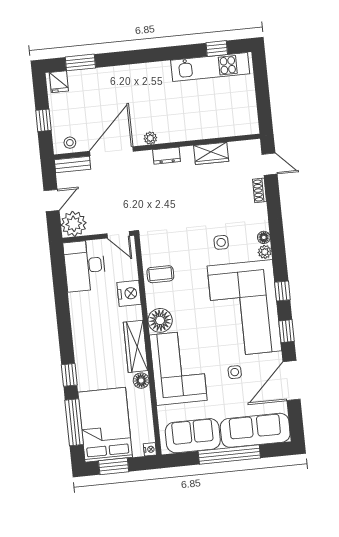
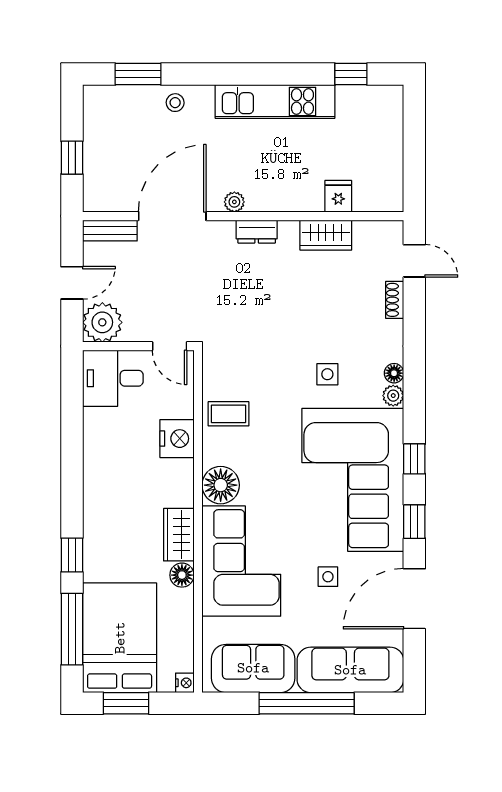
kitchen unit: (210, 67) -> (275, 101), moved
fridge: (59, 82) -> (338, 196), moved, turned 180
stool: (70, 143) -> (175, 103), moved
desk: (85, 266) -> (113, 378), width x0.73
wardrobe: (136, 346) -> (179, 535), width x0.67

